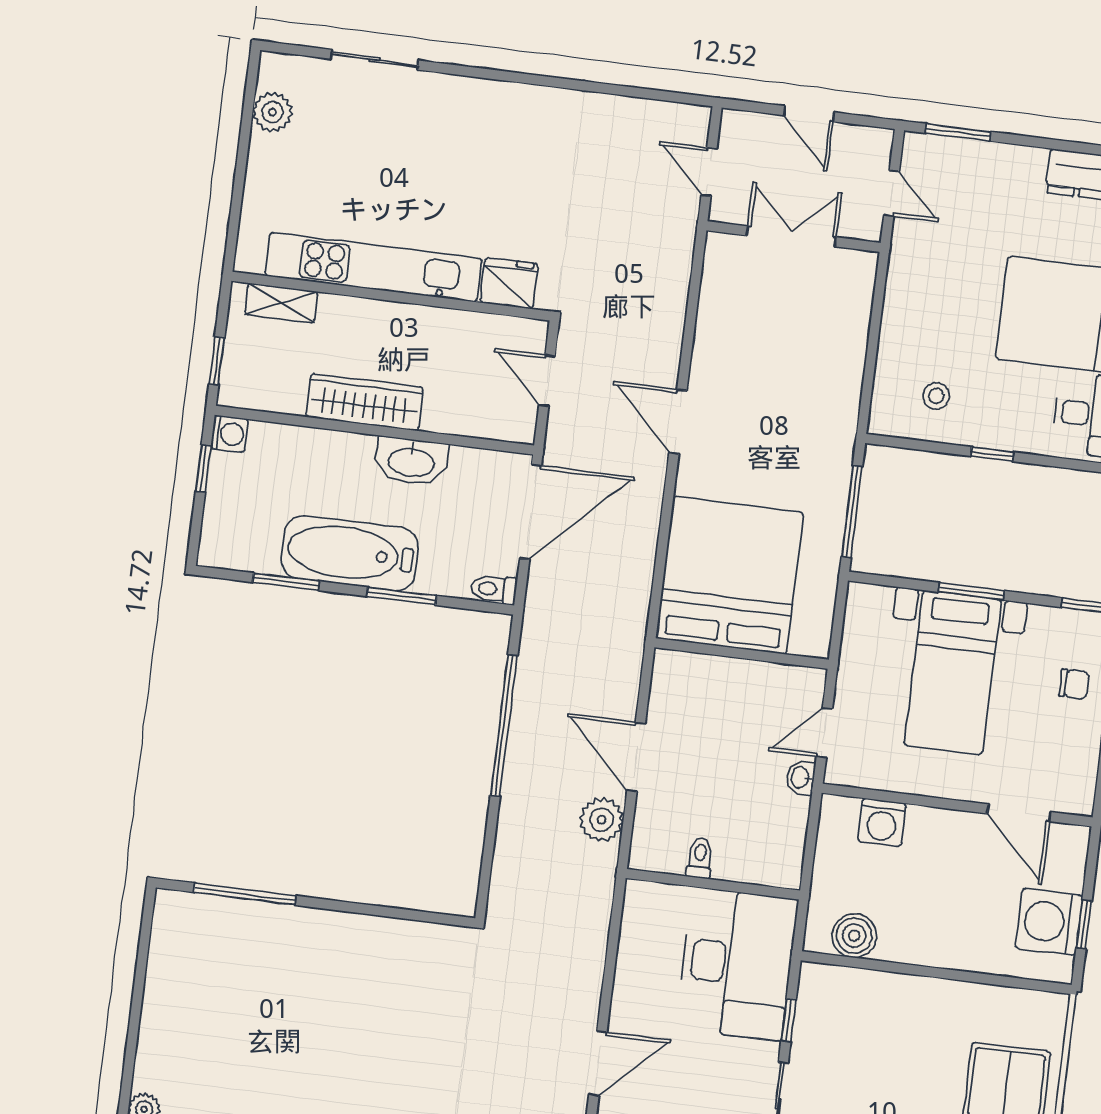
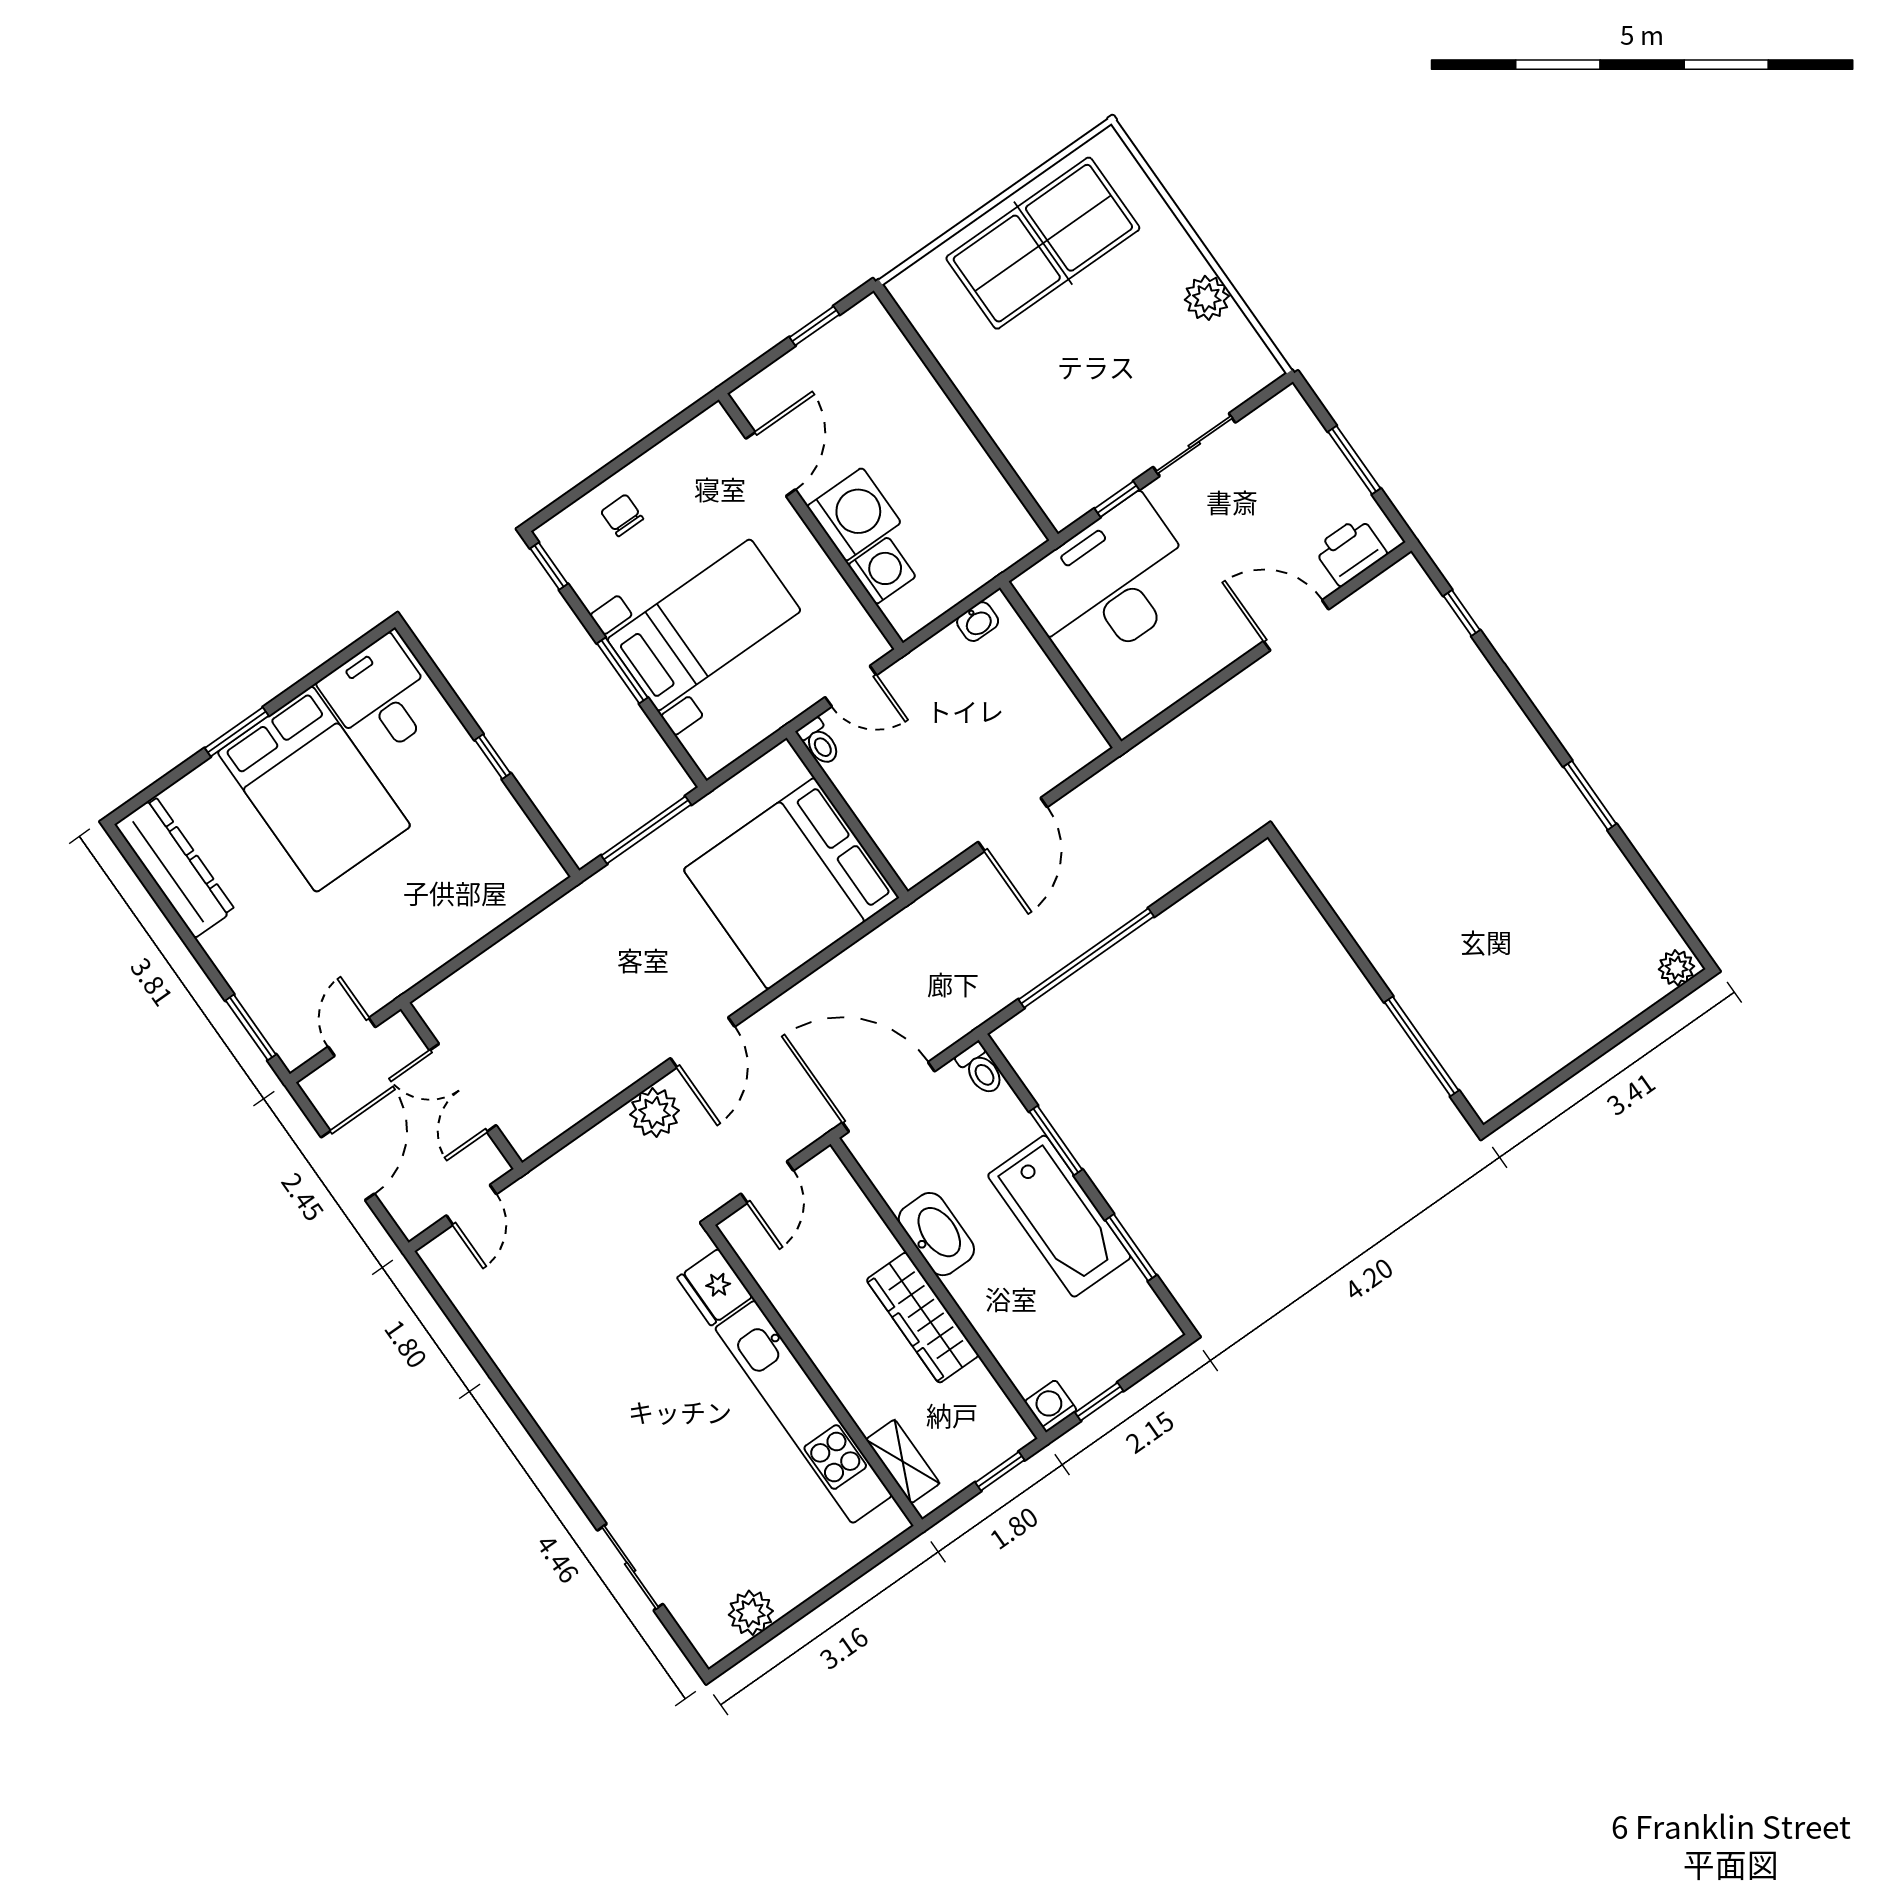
door: (809, 114) -> (348, 1165), width x1.38
stool: (936, 396) -> (486, 847), removed
washbasin: (801, 778) -> (978, 622), moved
plant: (602, 820) -> (655, 1113), moved
toilet: (700, 858) -> (819, 742), moved, turned -90
washing machine: (1049, 922) -> (854, 514), moved, turned -90
boiler: (854, 936) -> (997, 508), removed

